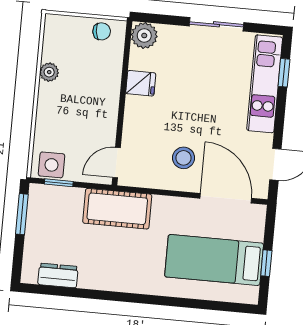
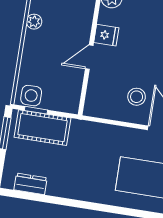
door: (116, 163) -> (89, 57), moved
cot: (117, 209) -> (43, 128), moved

